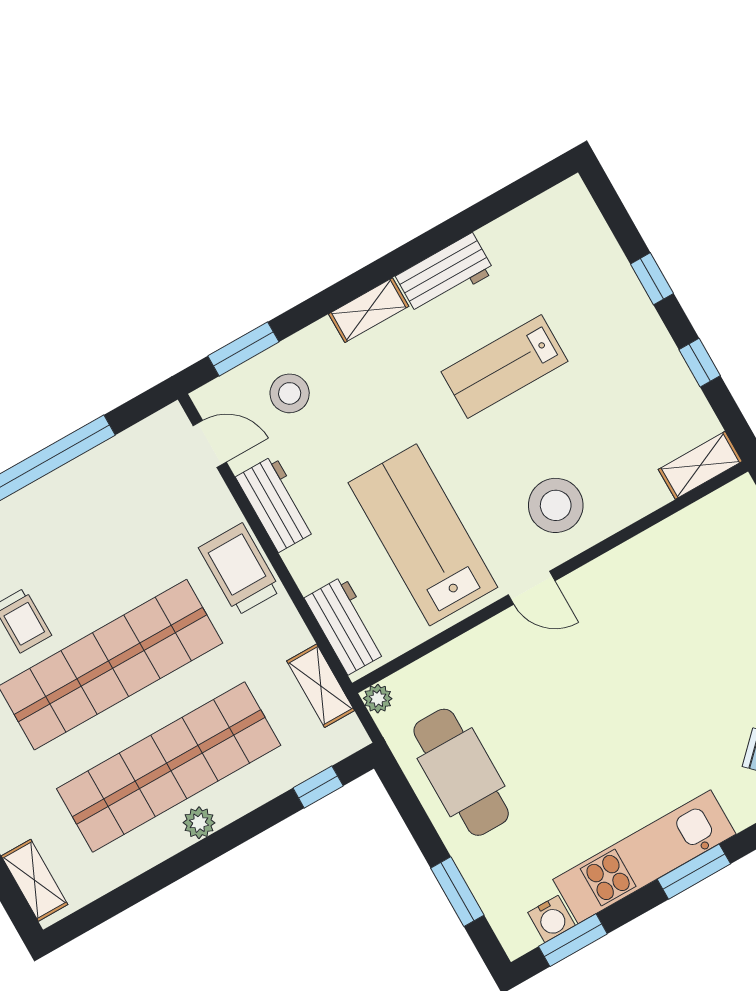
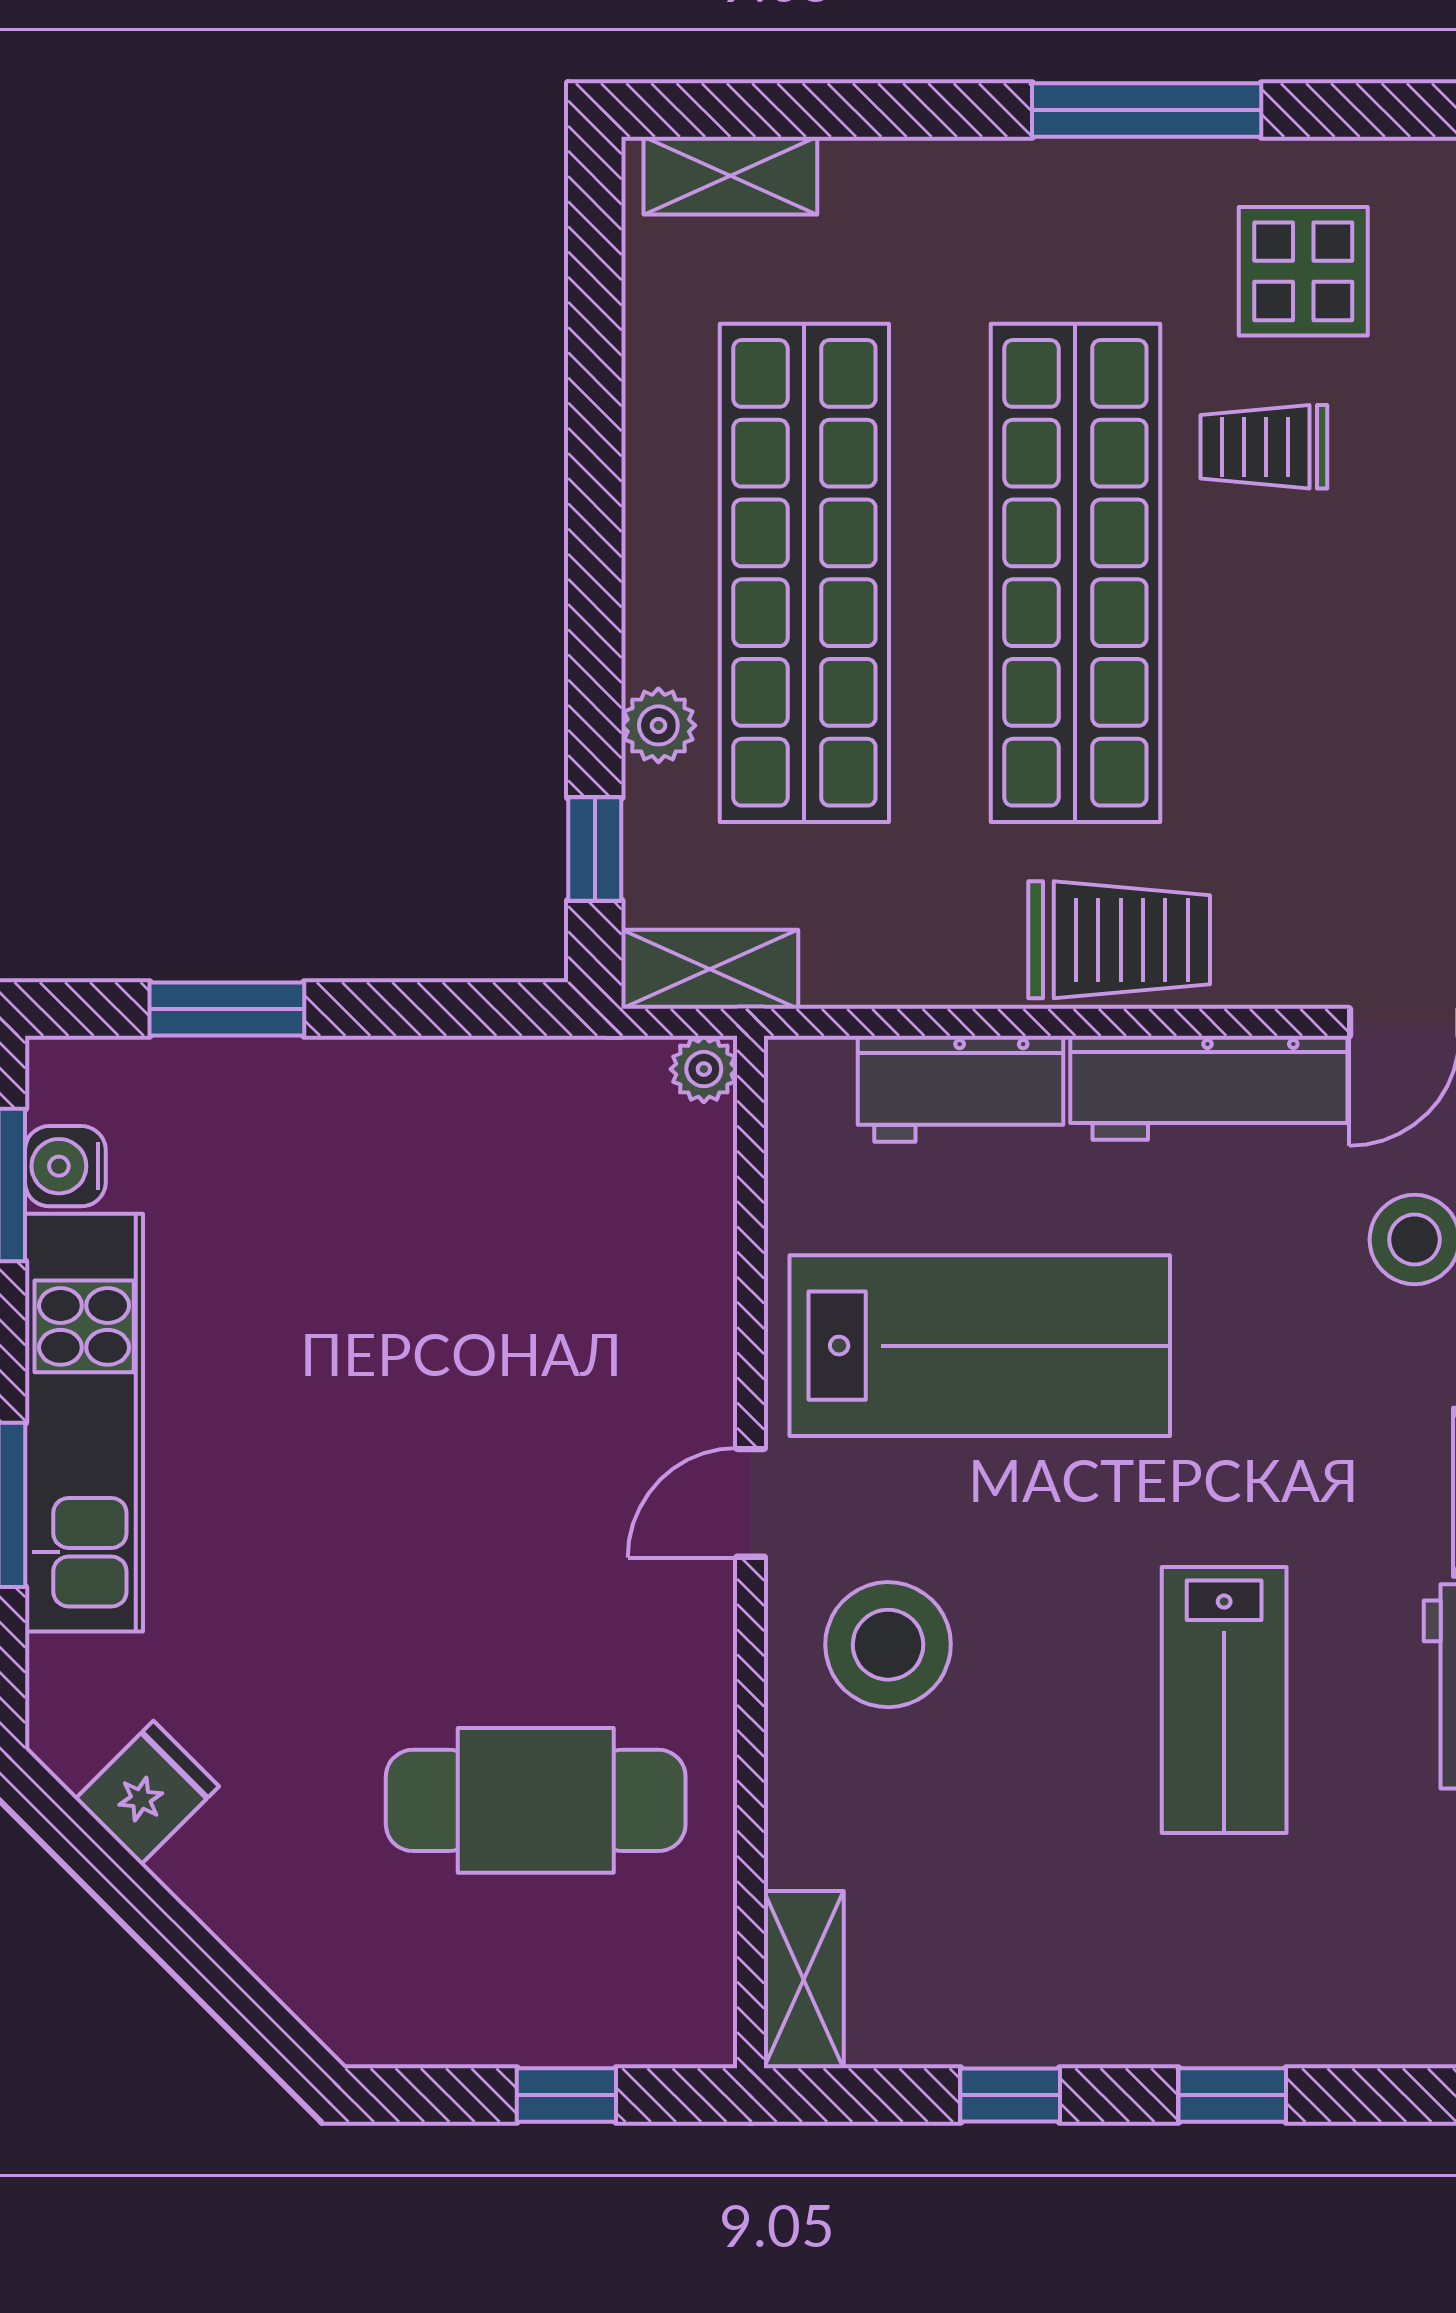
lab bench: (504, 367) -> (1224, 1700), turned 180
workbench: (276, 504) -> (1209, 1088), width x1.38
workbench: (346, 625) -> (961, 1089), moved
shelving: (321, 686) -> (710, 969), moved
cafe table: (461, 772) -> (536, 1800), moved
plant: (199, 823) -> (658, 725), moved

